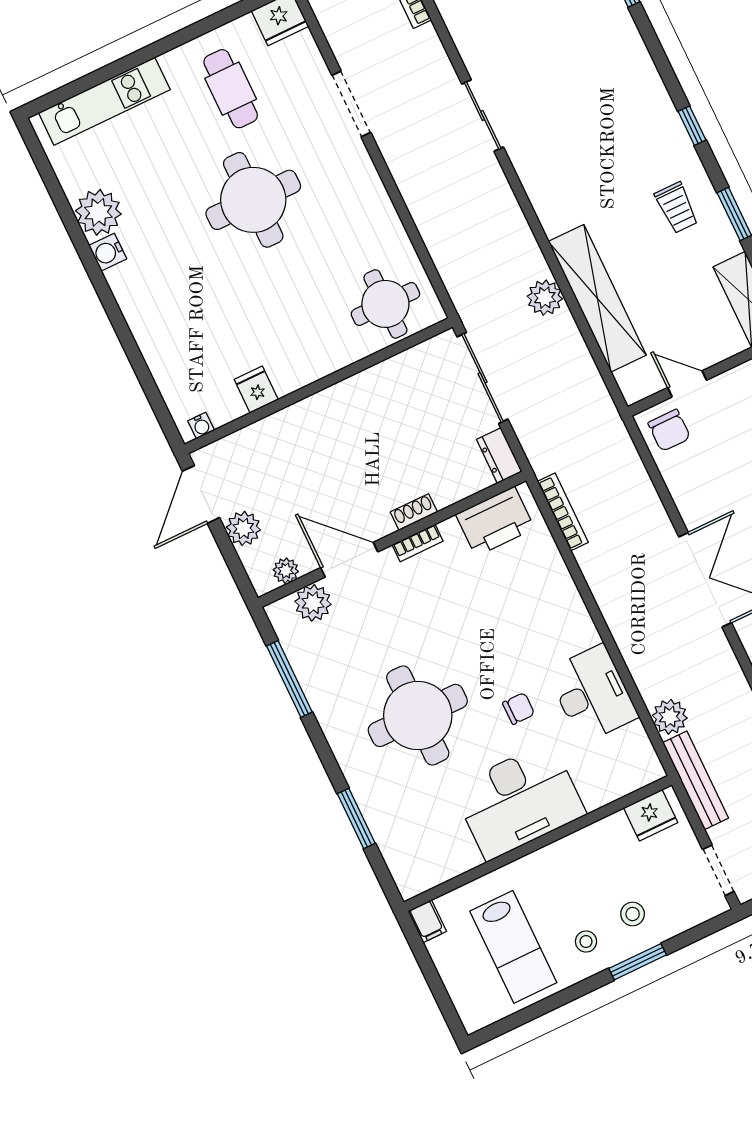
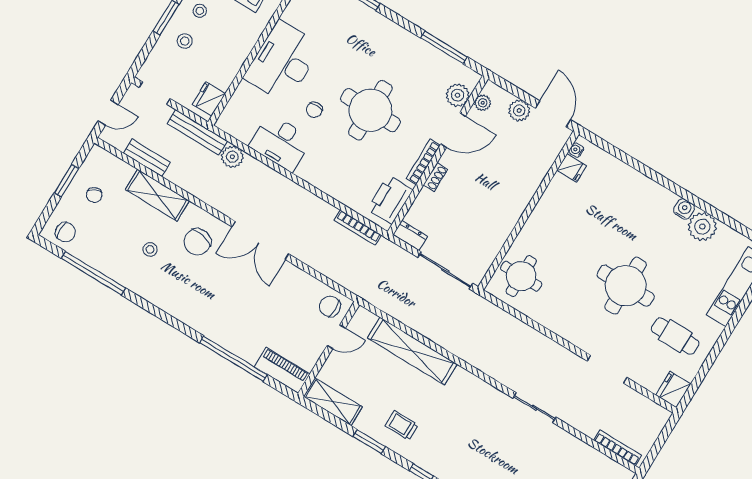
plant: (545, 298) -> (440, 334), removed
fridge: (256, 390) -> (572, 168), moved
bookcase: (417, 543) -> (423, 162), width x1.56
round table: (418, 715) -> (371, 110), moved

